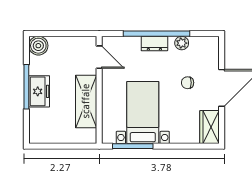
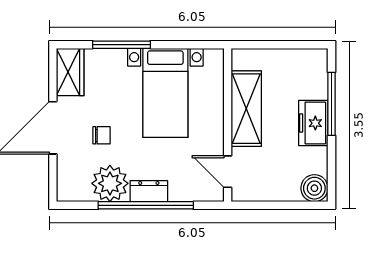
plant: (182, 43) -> (110, 183), width x1.88, depth x1.88
window: (26, 87) -> (331, 104), moved
window: (133, 146) -> (122, 45), moved

